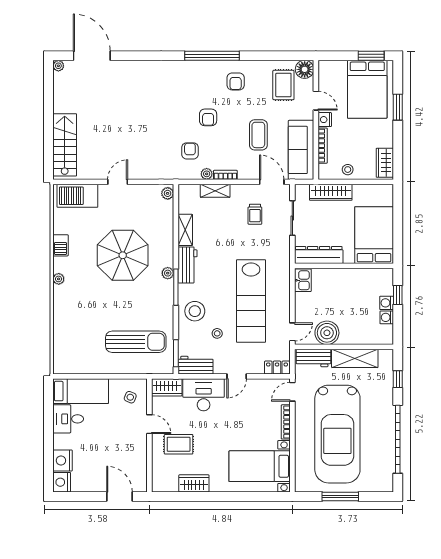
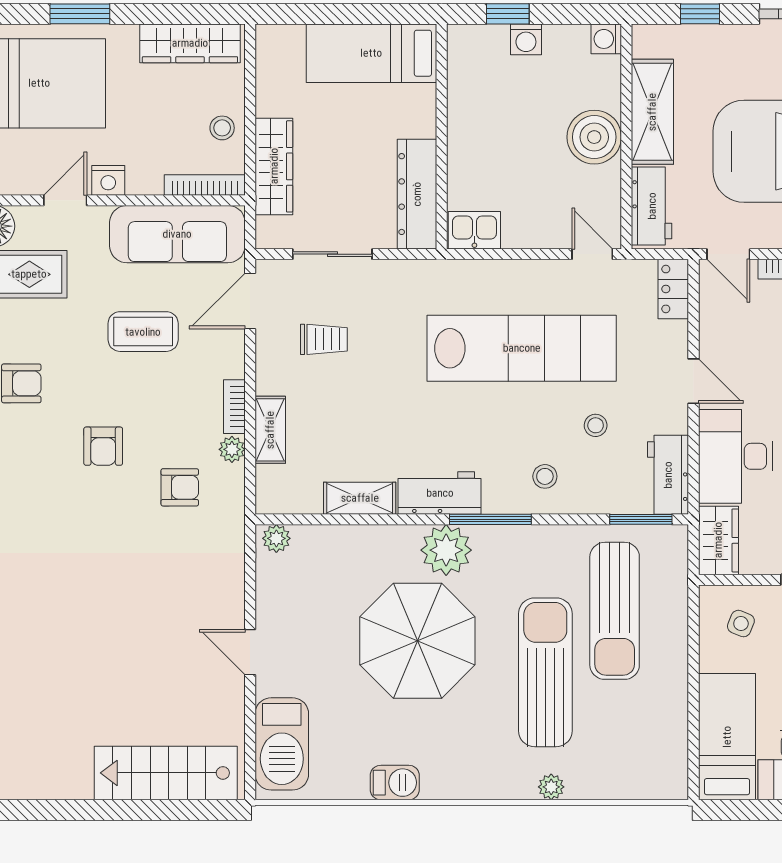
armchair: (208, 117) -> (103, 446), turned 90
bookcase: (323, 146) -> (205, 185), moved
armchair: (190, 151) -> (180, 487), turned 180
wardrobe: (385, 163) -> (190, 43), width x1.50
bed: (374, 235) -> (371, 53), width x0.67
plant: (168, 273) -> (446, 550), width x1.88, depth x1.88
plant: (59, 279) -> (551, 787), moved
sun lounger: (109, 311) -> (545, 672), added
stool: (195, 311) -> (545, 476), width x0.53, depth x0.53
washing machine: (387, 317) -> (606, 39), moved, turned 90
boiler: (327, 333) -> (594, 137), moved
sun lounger: (136, 342) -> (615, 611), turned 180

